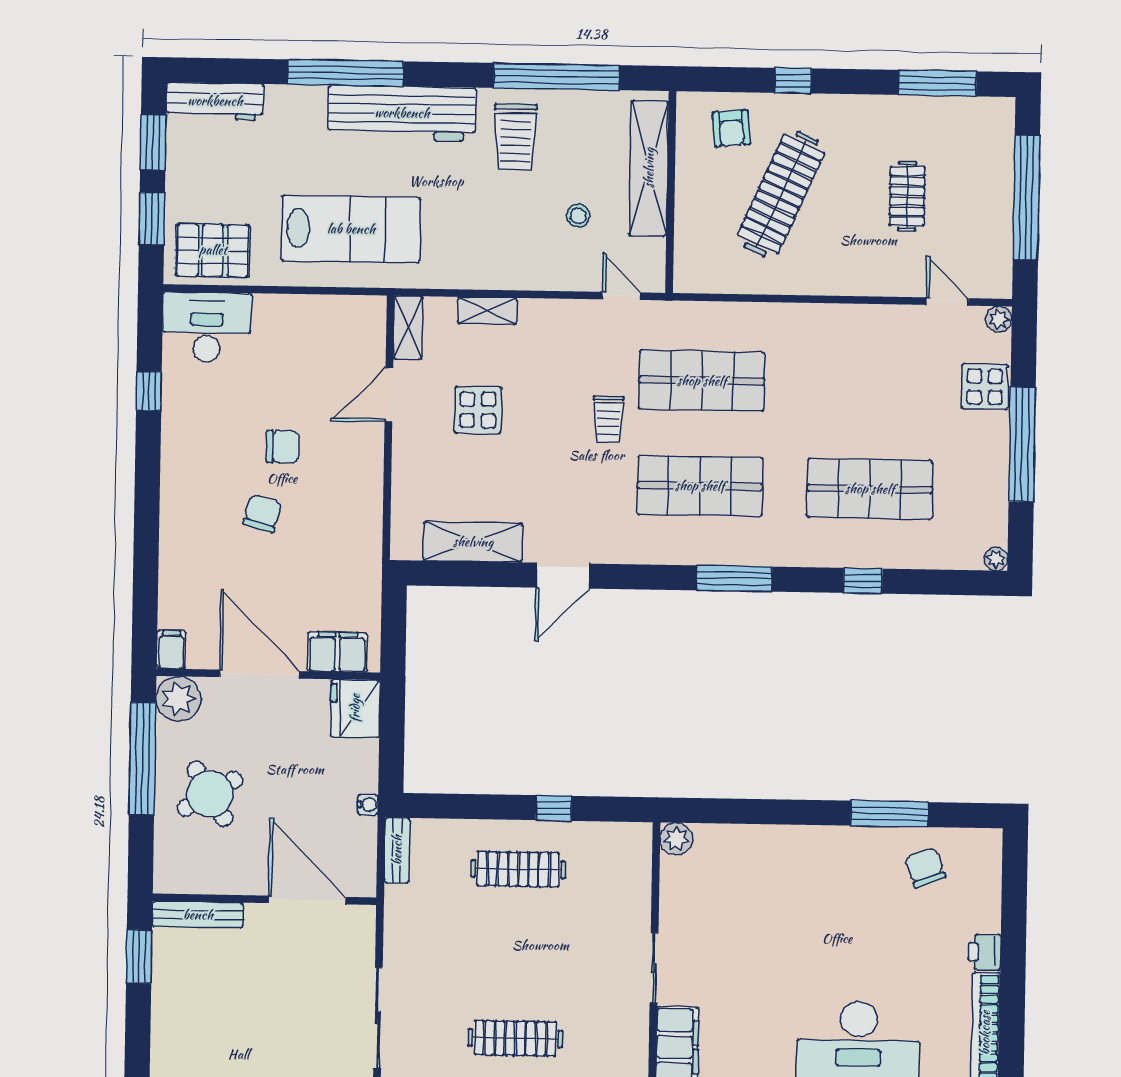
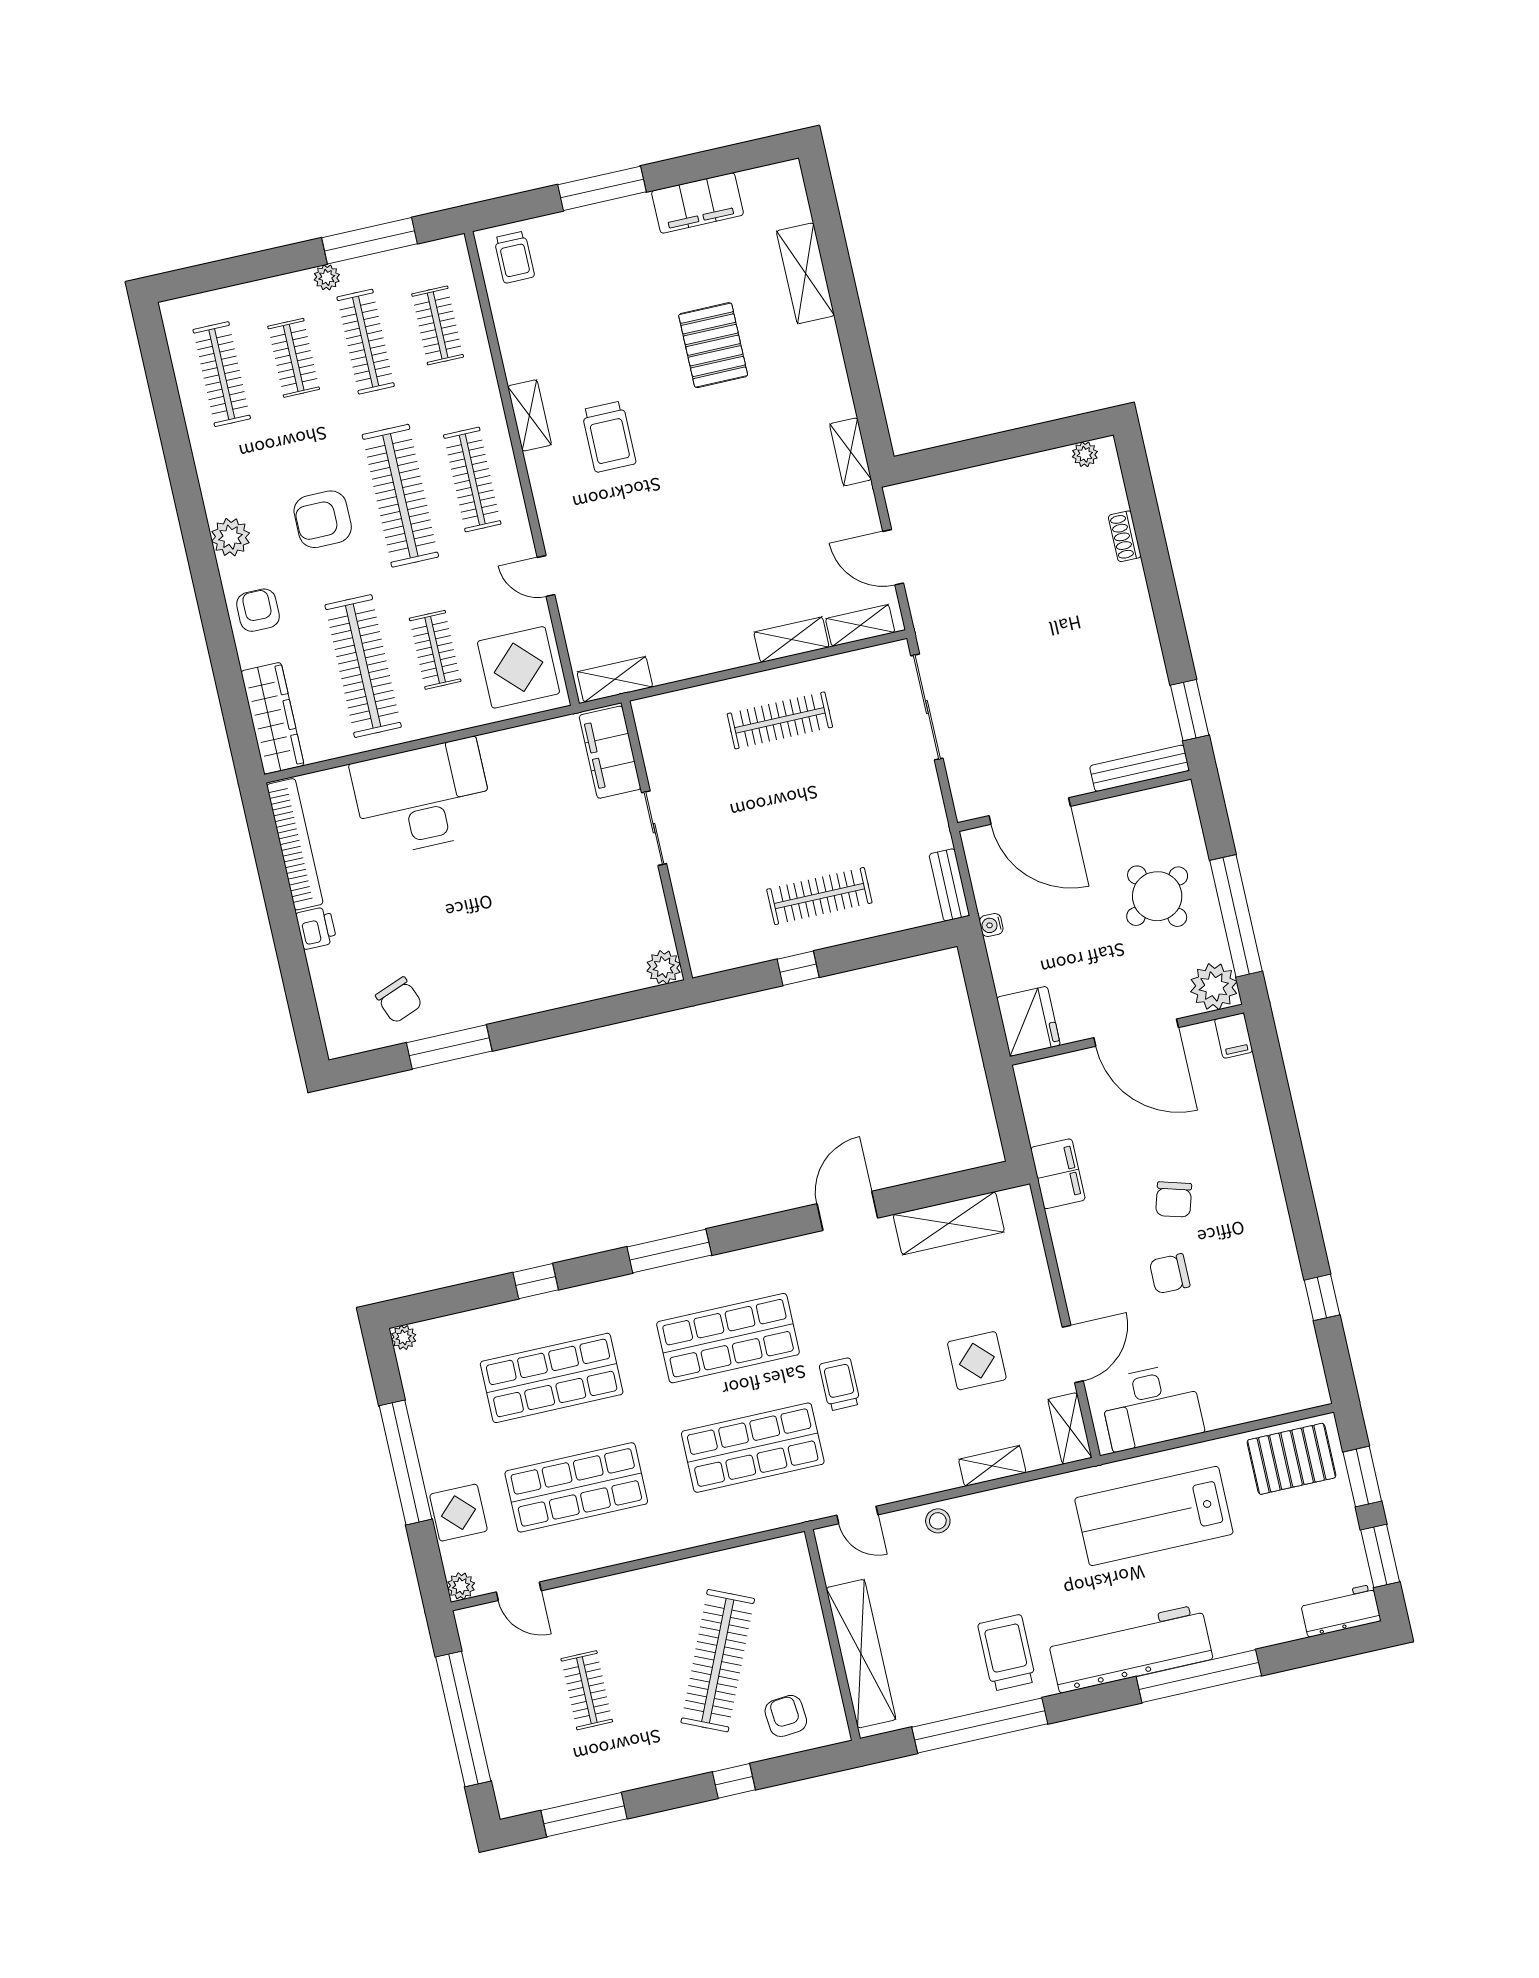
workbench: (215, 101) -> (1340, 1611), width x0.73
stool: (578, 216) -> (938, 1521), moved
desk: (207, 327) -> (1151, 1407), moved
shop shelf: (872, 384) -> (576, 1487), added
filing cabinet: (337, 652) -> (1058, 1174), moved, turned -90

